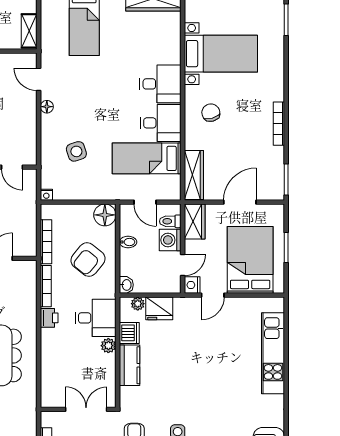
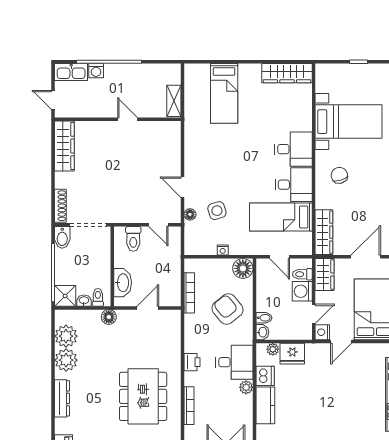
door: (39, 79) -> (183, 187), moved
floor lamp: (47, 107) -> (190, 214), moved
nightstand: (46, 195) -> (223, 250), moved
bidet: (128, 242) -> (264, 318), moved
armchair: (88, 259) -> (228, 309), turned 102
bookcase: (46, 286) -> (189, 406), moved

